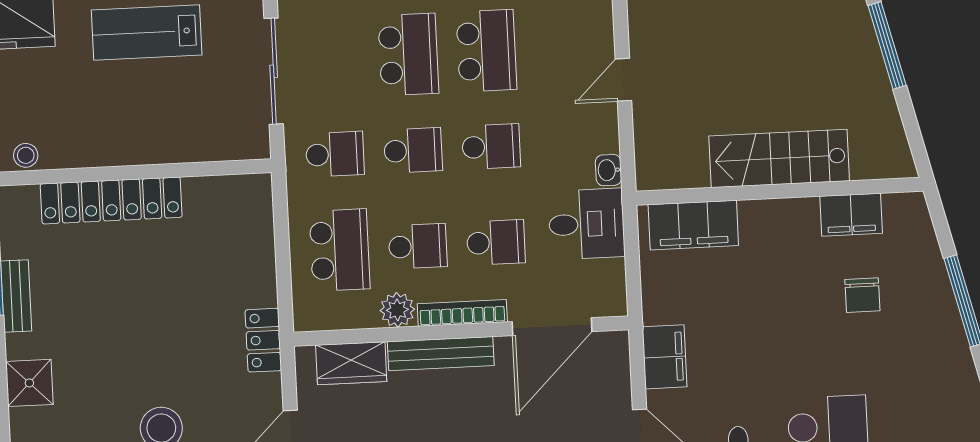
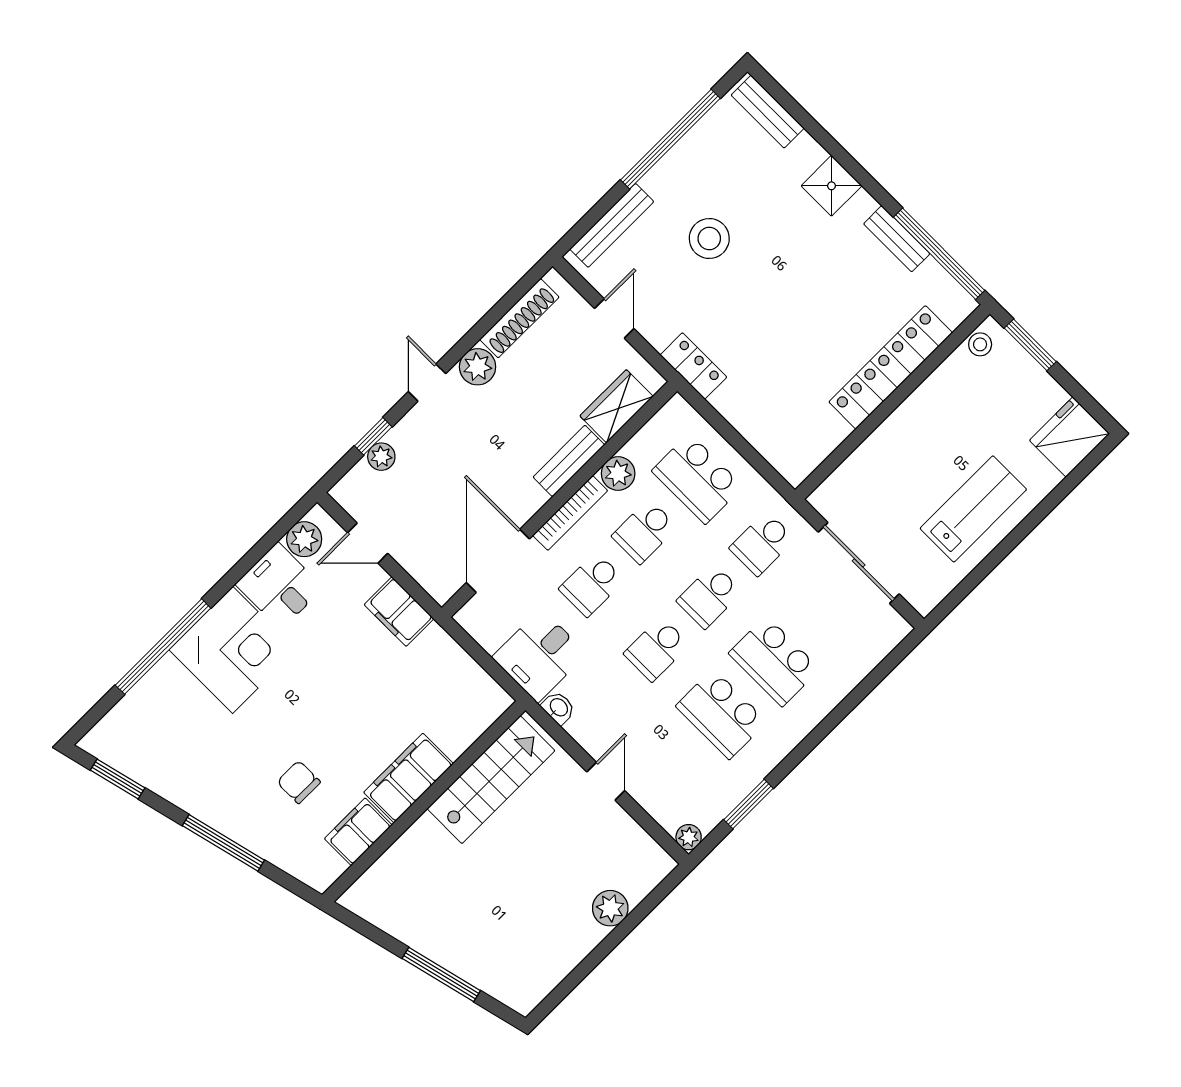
stairs: (779, 158) -> (491, 780), moved
filing cabinet: (693, 225) -> (408, 778), moved
bench: (441, 354) -> (569, 461), width x0.73

